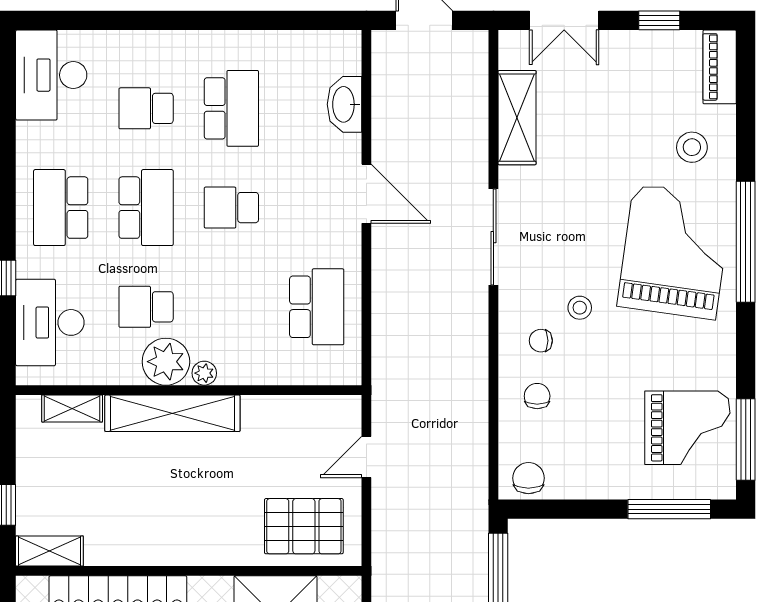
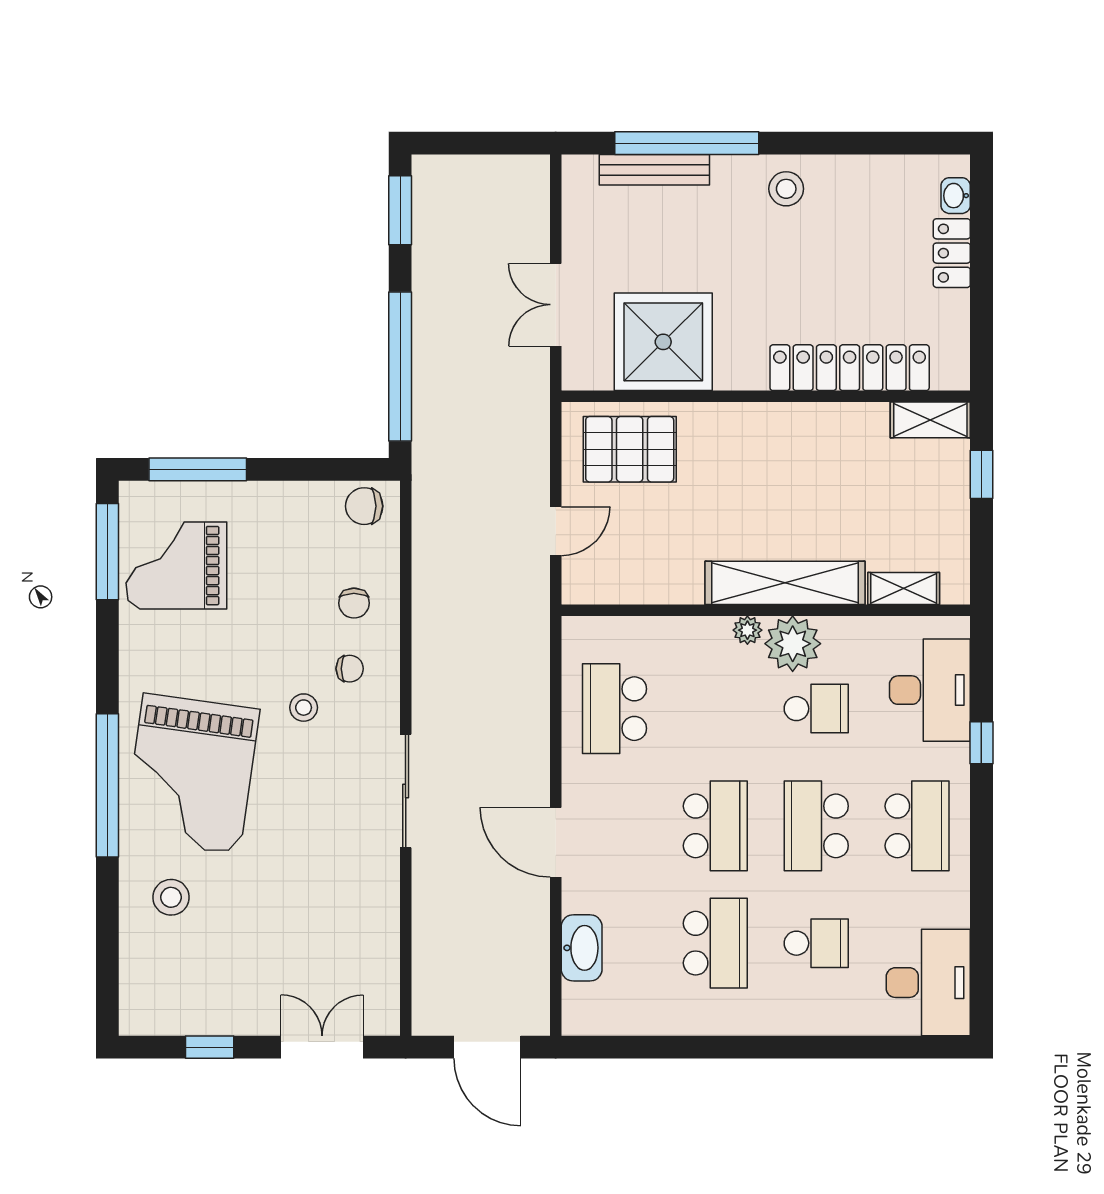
piano: (720, 67) -> (138, 992), removed
school desk: (231, 108) -> (715, 943), turned 180
shelving: (517, 118) -> (378, 932), removed
school desk: (231, 208) -> (715, 826), width x1.85
chair: (528, 478) -> (364, 506), turned 90

